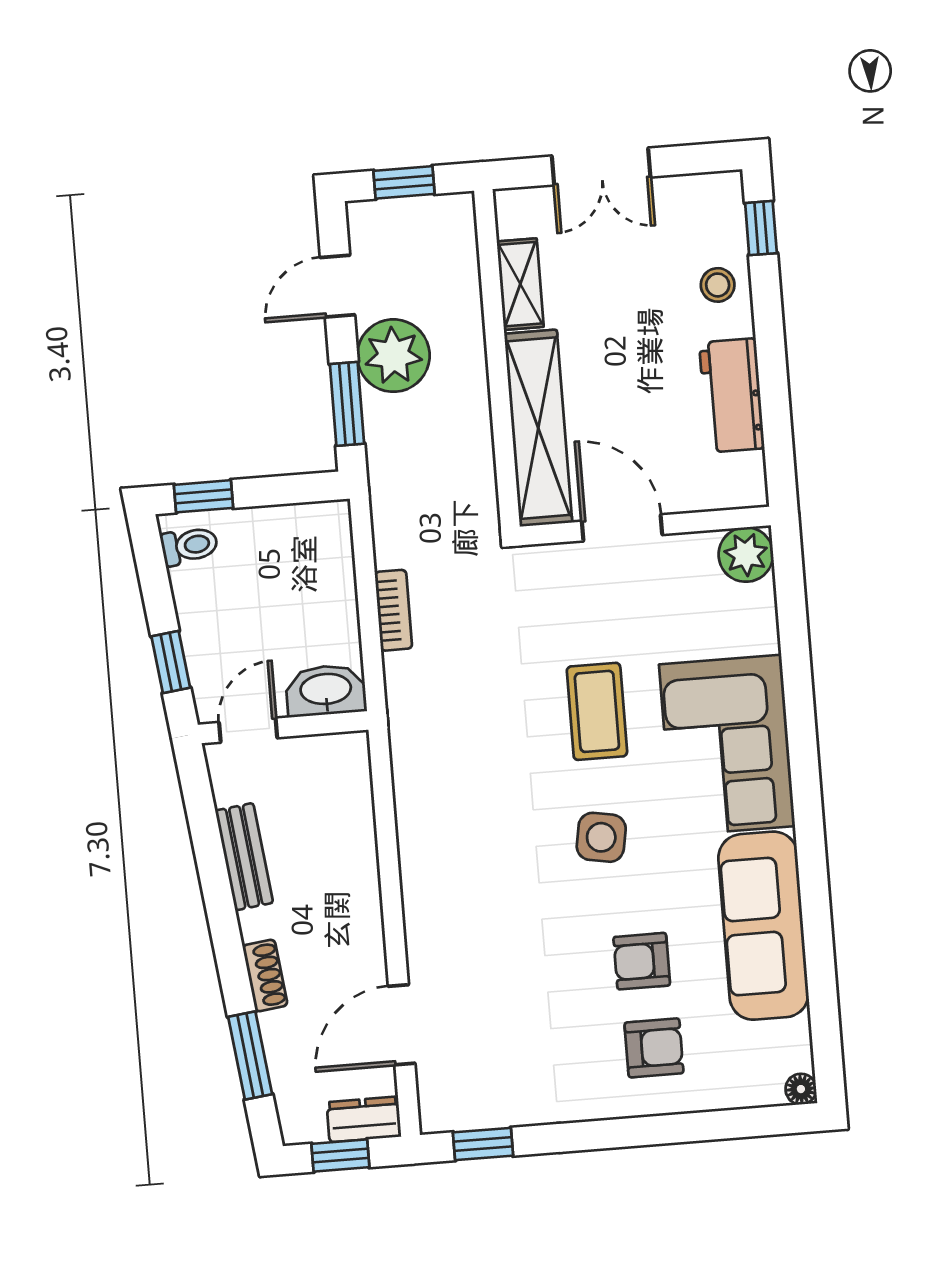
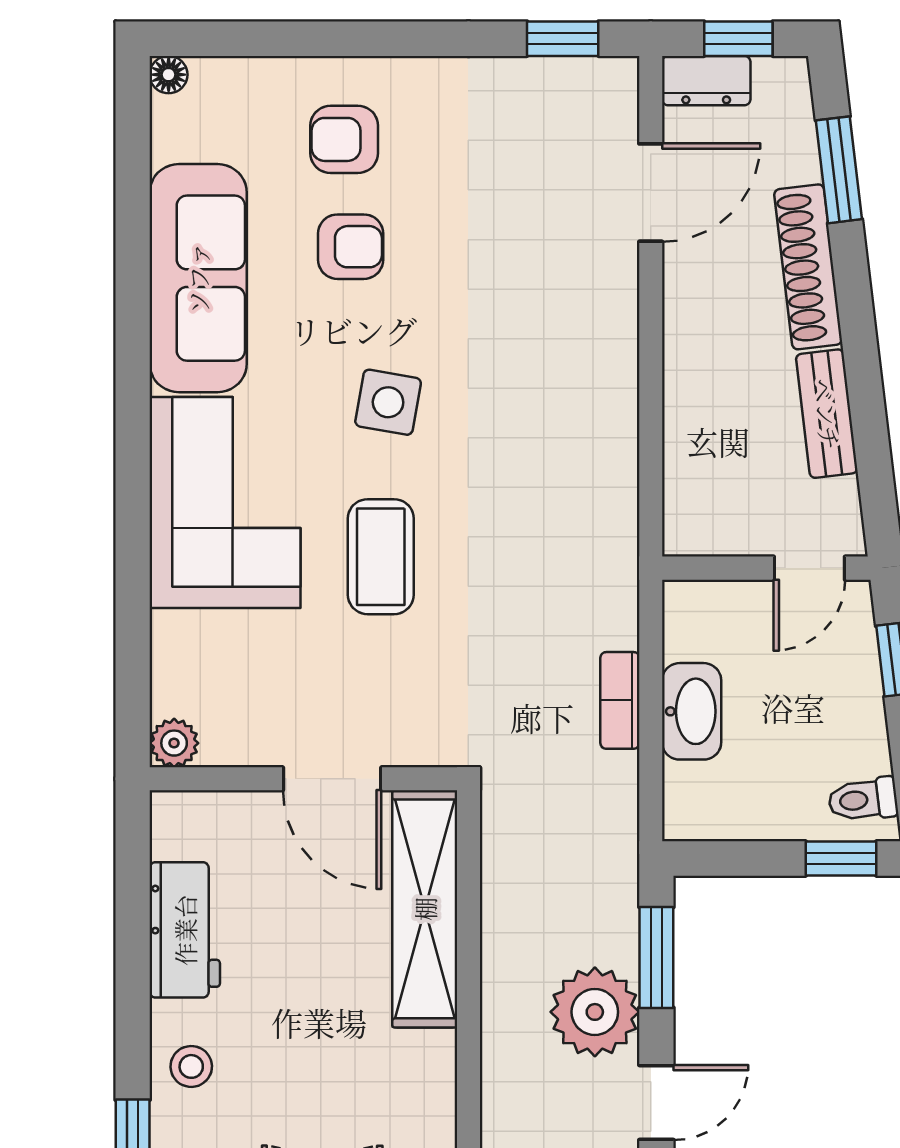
shelving: (520, 284) -> (433, 1087), removed
plant: (746, 555) -> (174, 743), width x0.73, depth x0.73
washbasin: (326, 690) -> (692, 711), moved, turned -90
shoe rack: (265, 975) -> (808, 267), width x1.94, depth x1.24

